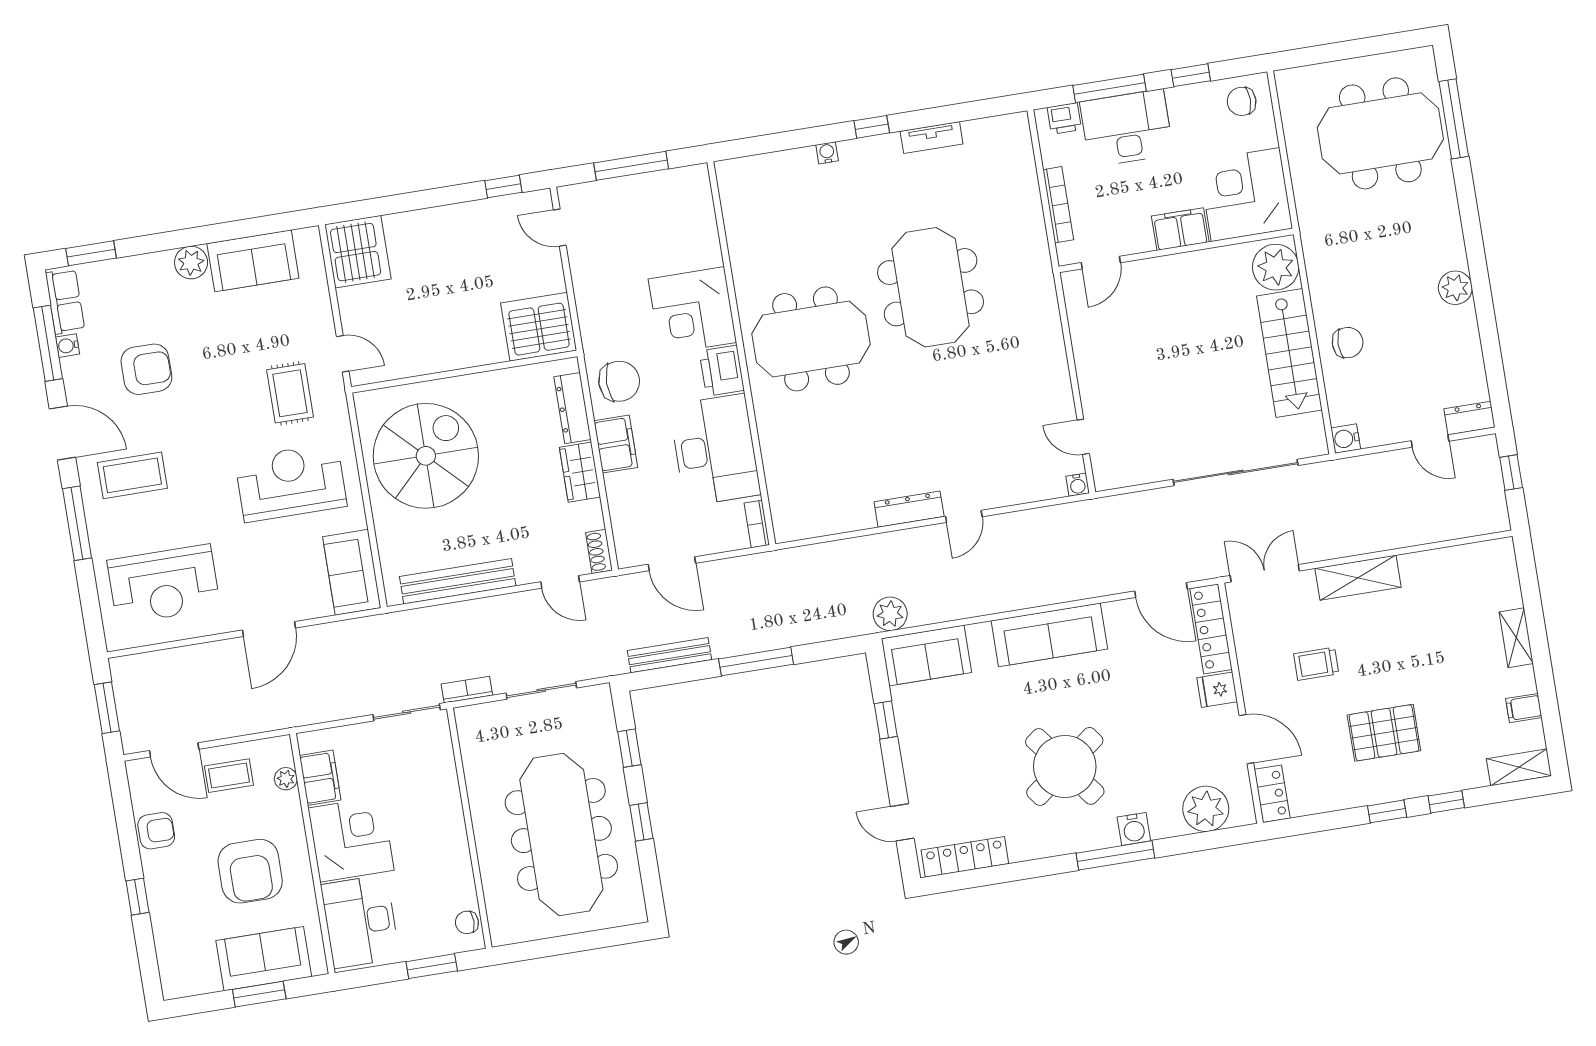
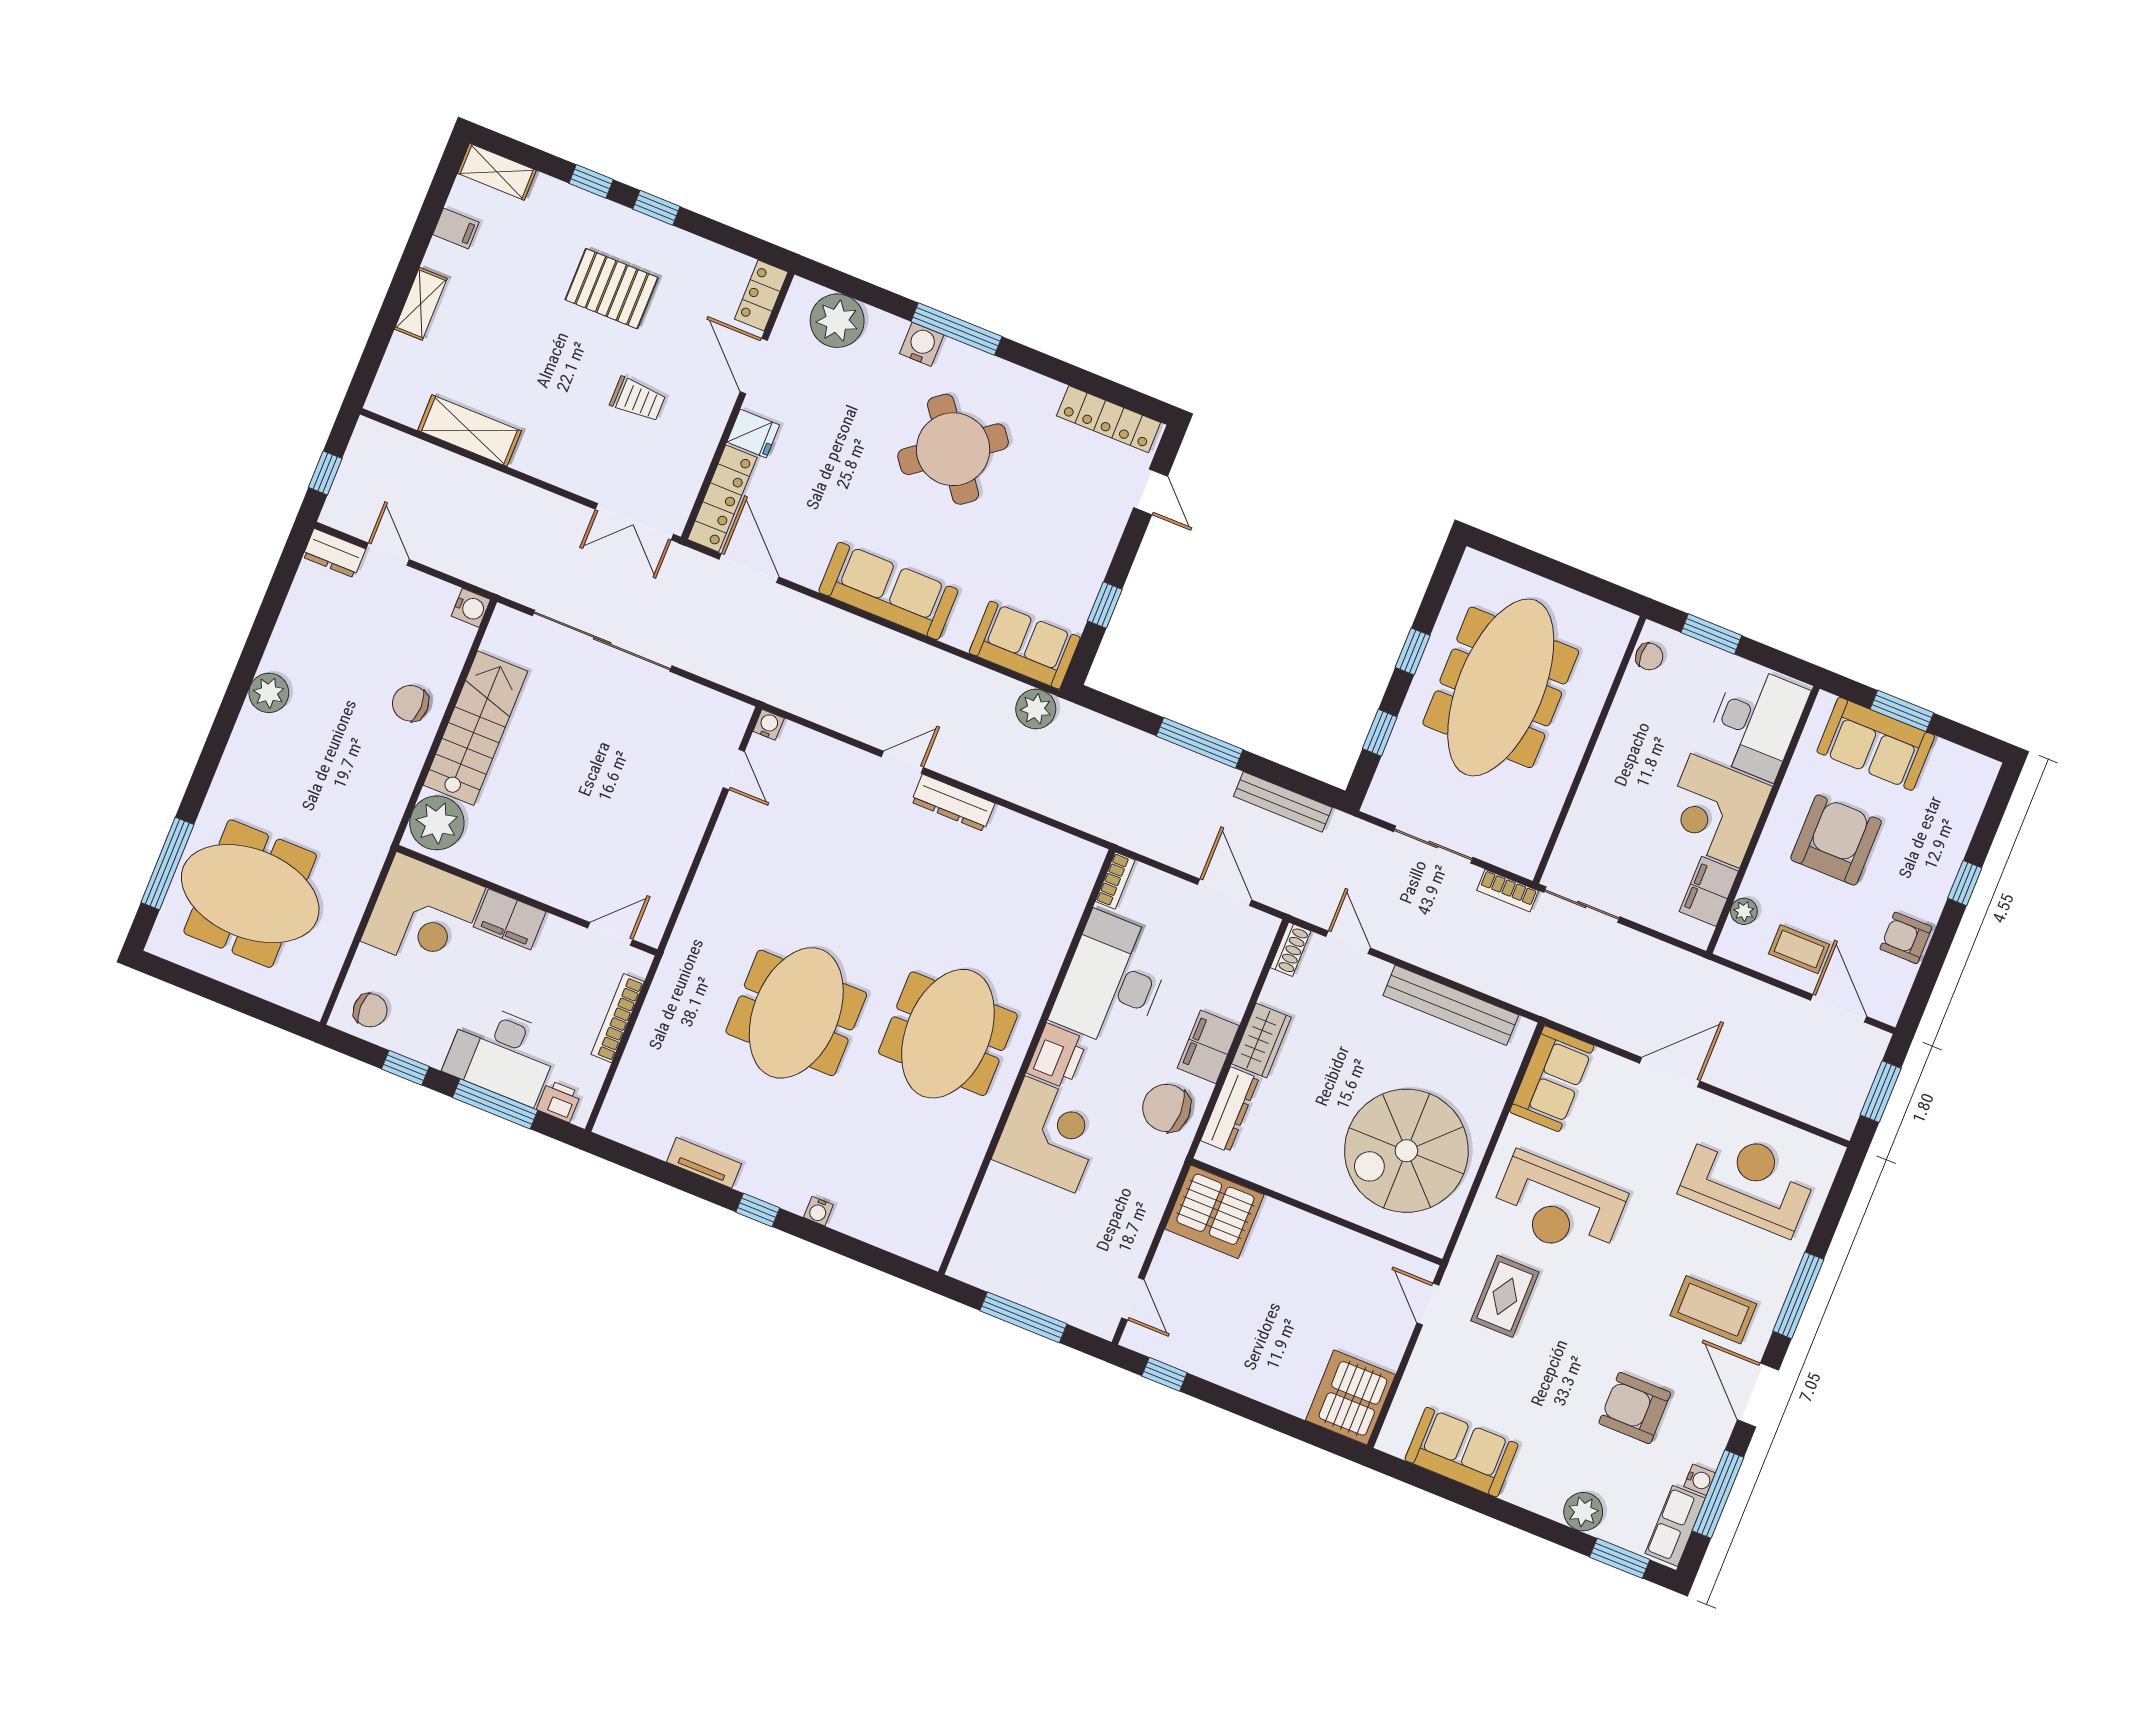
plant: (191, 263) -> (1583, 1512), moved
meeting table: (811, 339) -> (948, 1034), turned 90
shelving: (1358, 578) -> (469, 431), moved

